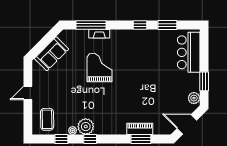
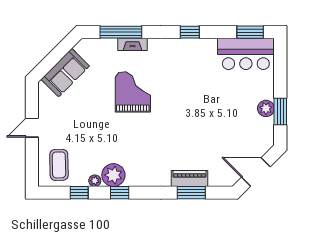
window: (167, 25) -> (250, 32), moved
bar counter: (189, 52) -> (246, 54), moved, turned -90
plant: (194, 98) -> (266, 108), moved

